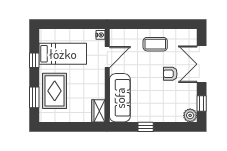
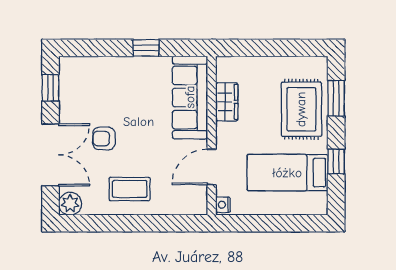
armchair: (170, 74) -> (104, 139), turned 180
wardrobe: (98, 111) -> (227, 102), moved
plant: (190, 115) -> (70, 204), moved

